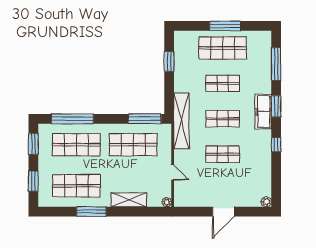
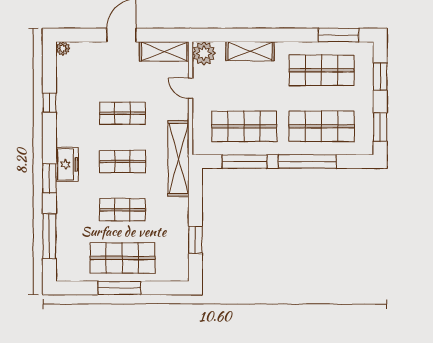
freezer: (263, 112) -> (67, 164), width x0.71
window: (72, 119) -> (307, 161), moved
window: (145, 119) -> (245, 161), moved
window: (276, 145) -> (49, 103), moved
shelving: (192, 200) -> (164, 51), added
plant: (167, 202) -> (204, 53), width x1.88, depth x1.88
window: (91, 212) -> (338, 35), moved

